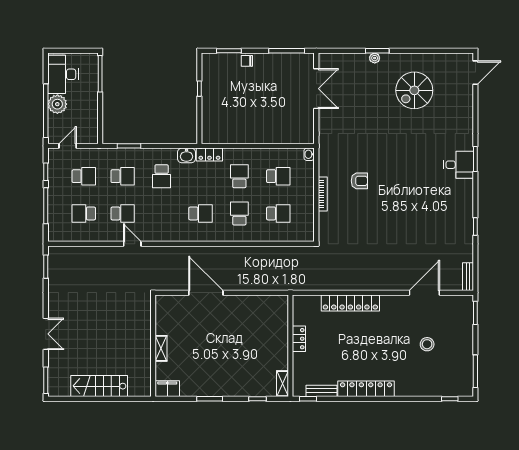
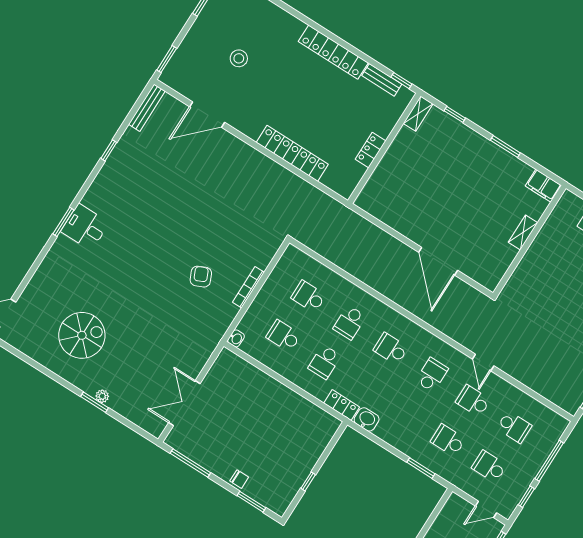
school desk: (162, 176) -> (432, 375), moved
armchair: (359, 181) -> (201, 277), turned 66
bench: (468, 277) -> (147, 108), width x1.36

